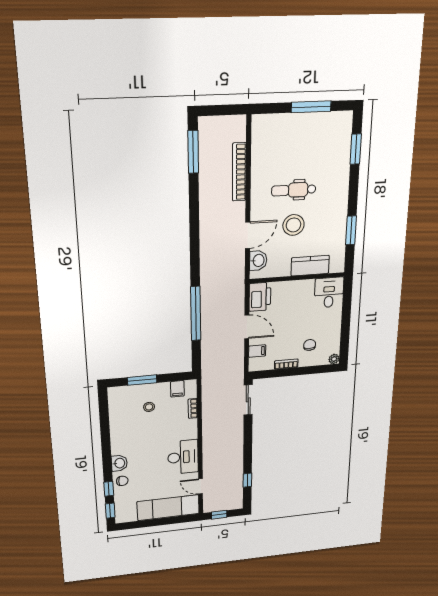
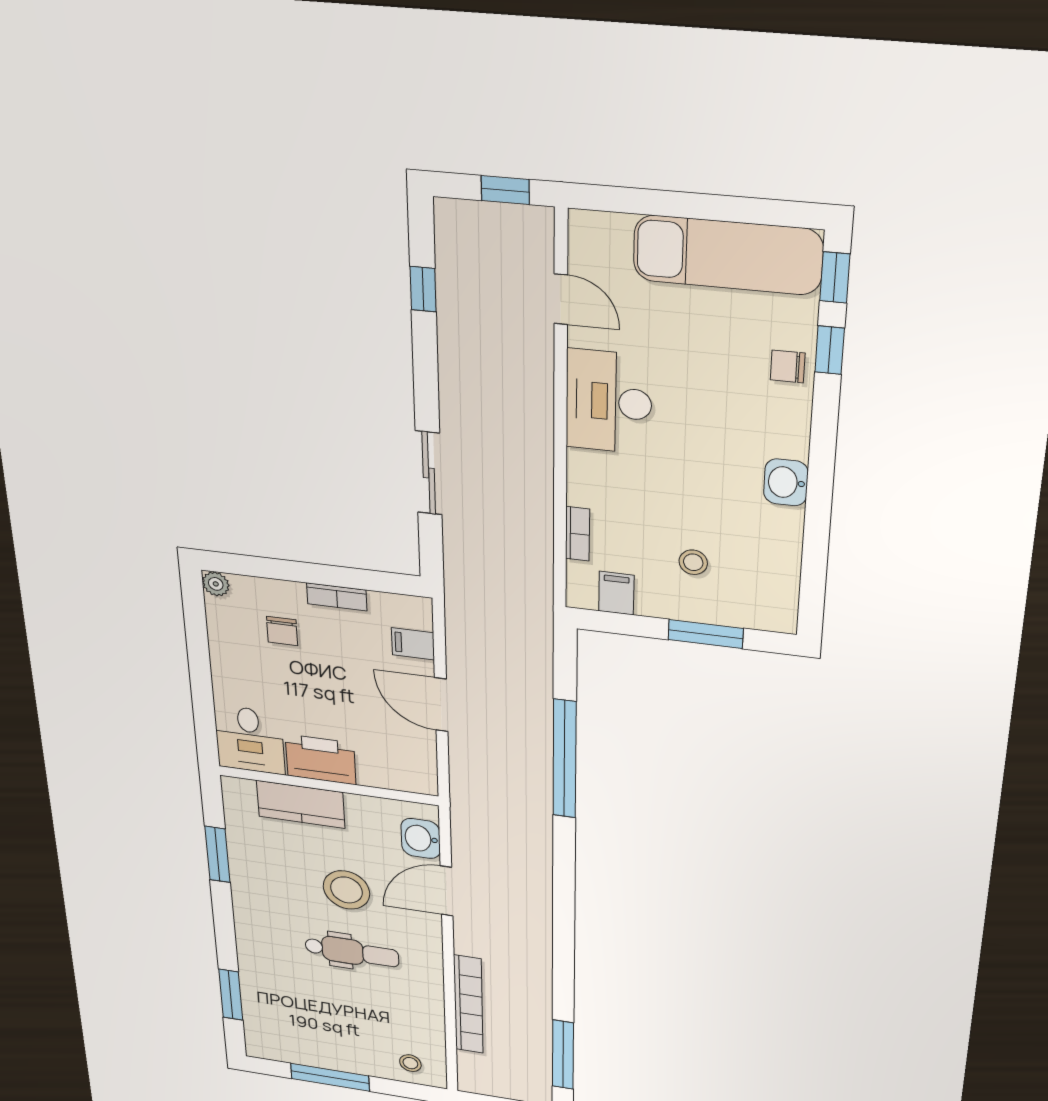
stool: (269, 127) -> (410, 1063), added
printer: (260, 297) -> (321, 759), moved, turned 90
sliding door: (248, 400) -> (429, 473), moved
washbasin: (119, 463) -> (786, 482), moved
exam couch: (168, 508) -> (728, 255), moved

